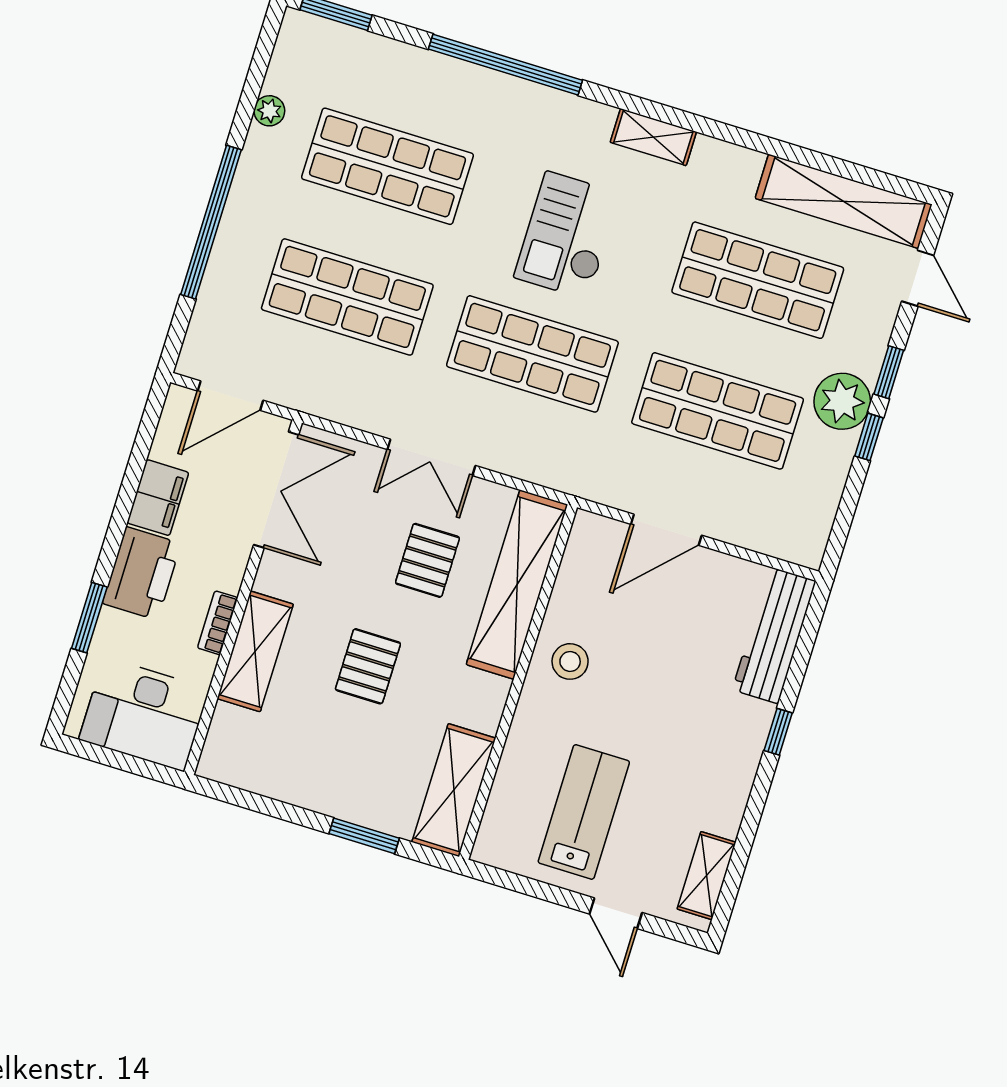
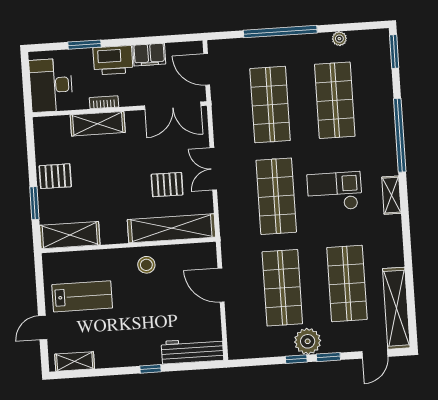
shelving: (653, 137) -> (391, 195), moved
pallet: (368, 666) -> (55, 176), moved

